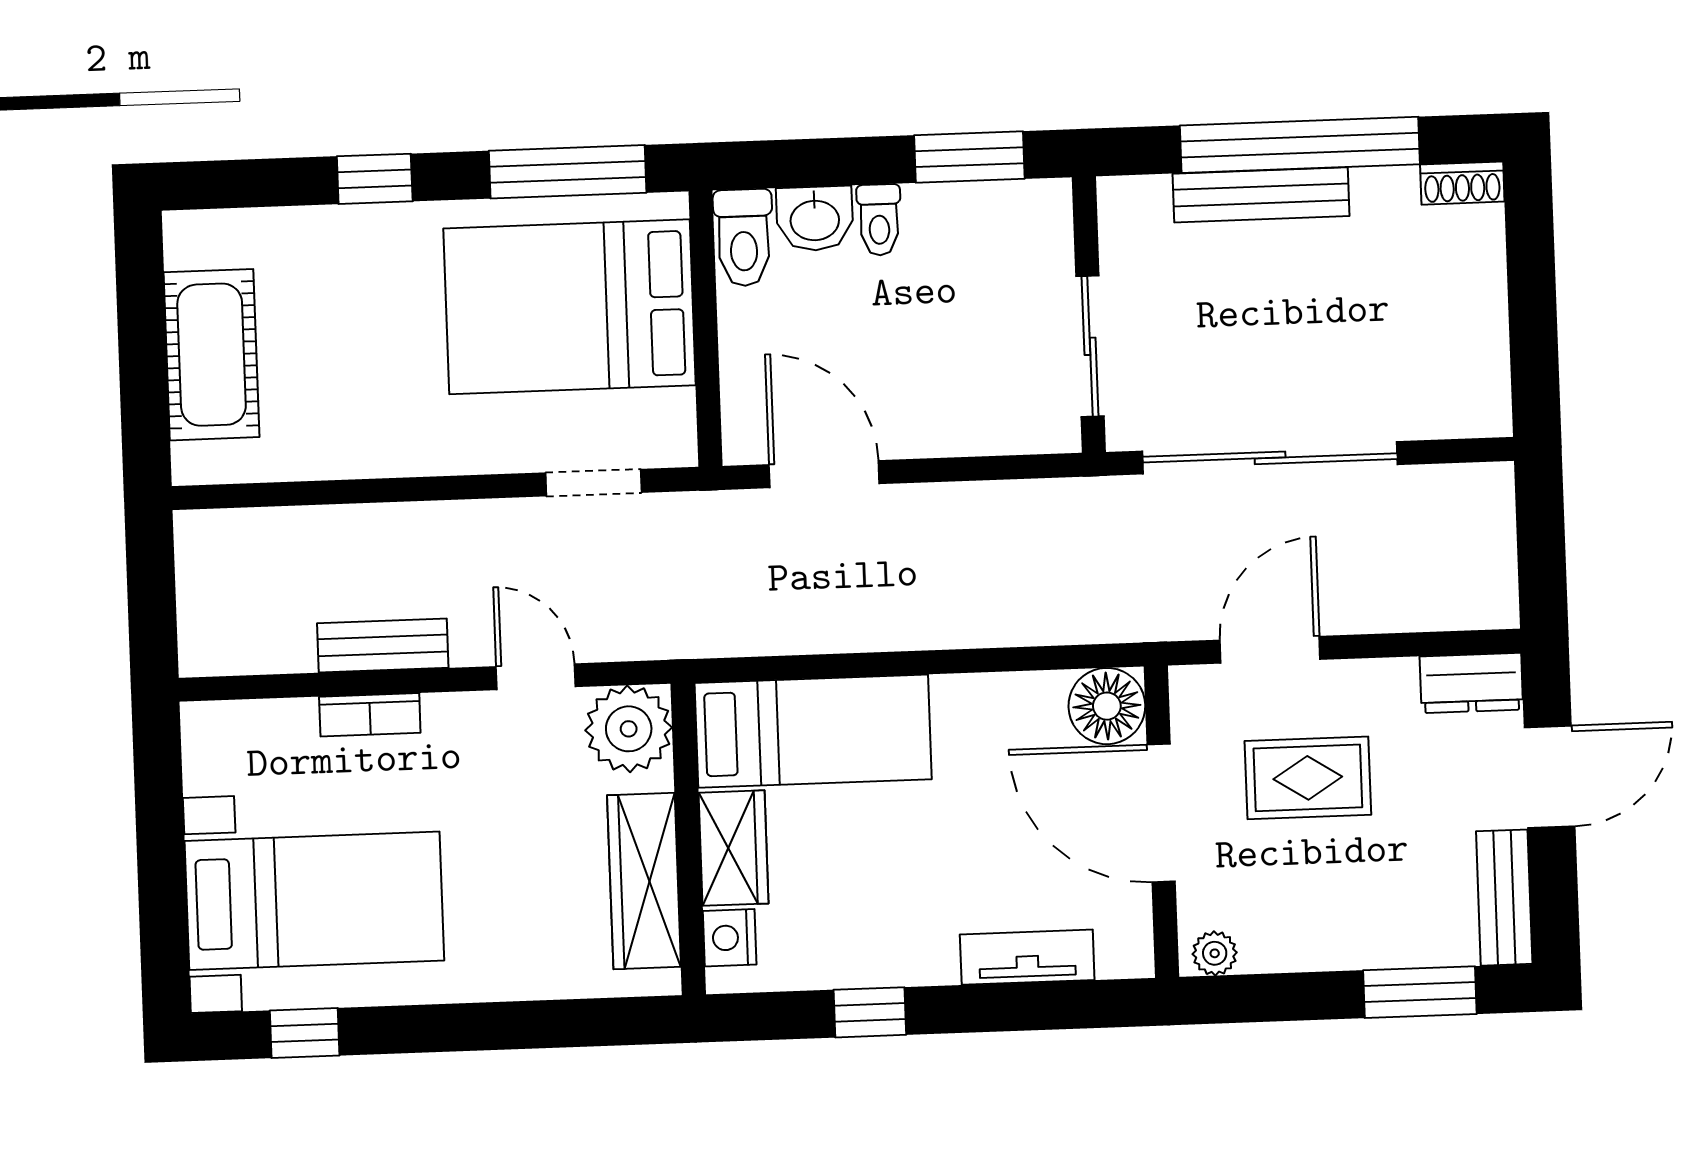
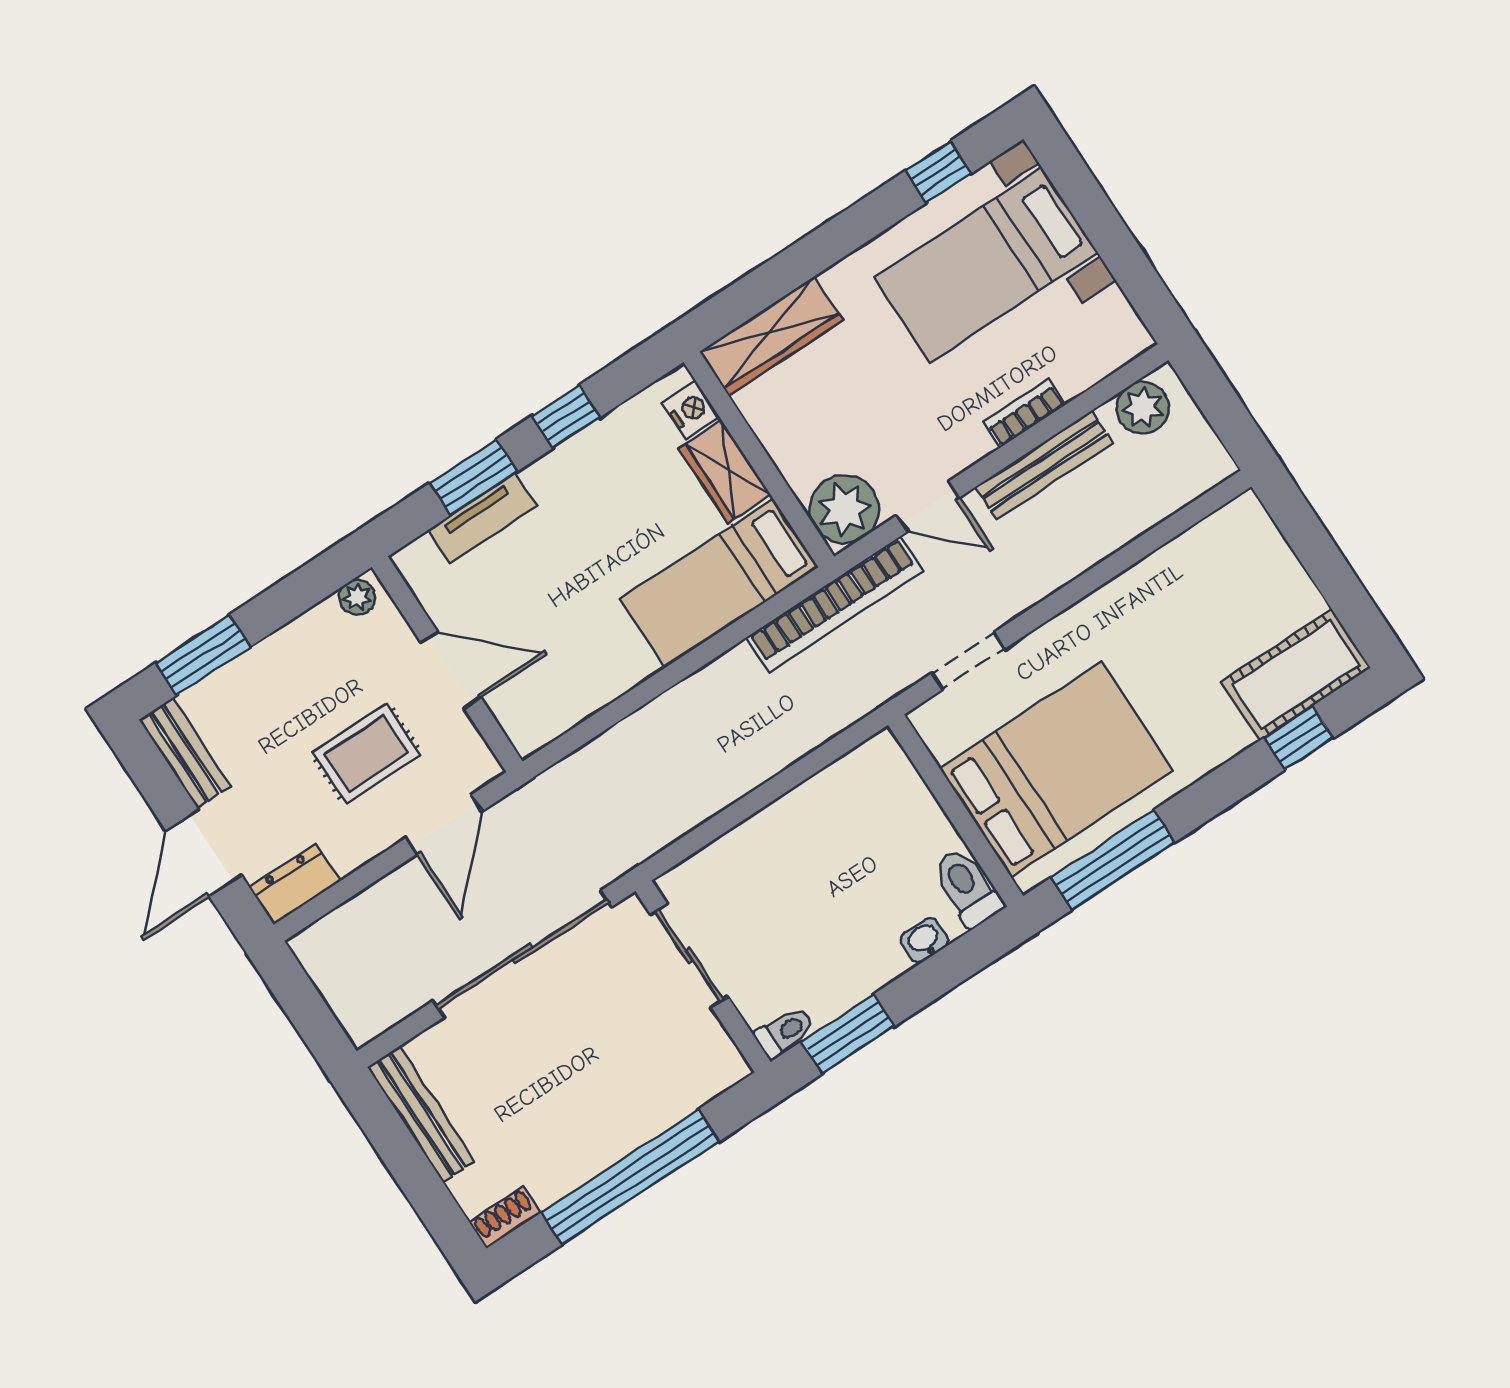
window: (375, 179) -> (1299, 738), moved
bench: (1261, 195) -> (421, 1114), moved, turned 90
washbasin: (815, 219) -> (924, 940), width x0.72, depth x0.69
toilet: (879, 220) -> (785, 1032), moved, turned 90
cot: (212, 355) -> (1296, 675), moved, turned 90
door: (824, 474) -> (816, 761), removed
bookcase: (701, 632) -> (835, 604), added
plant: (238, 643) -> (1143, 408), added
bench: (383, 646) -> (1044, 465), width x1.36
floor lamp: (1107, 706) -> (531, 720), removed
door: (1161, 813) -> (451, 670), width x0.73
wardrobe: (644, 881) -> (771, 336), moved, turned 90
window: (1010, 1007) -> (474, 477), added

